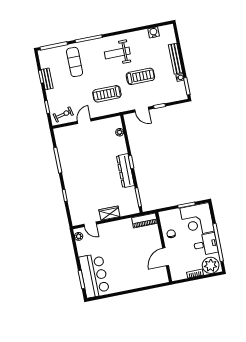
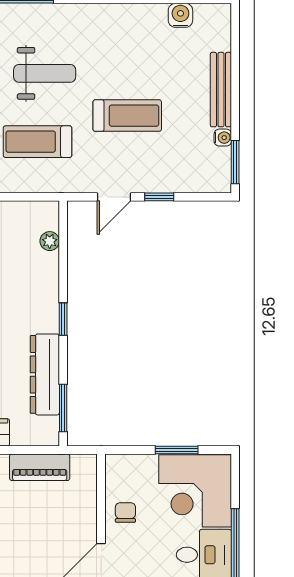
weight bench: (117, 53) -> (45, 73), moved, turned 180
door: (142, 110) -> (114, 197), hinge flipped
dresser: (125, 171) -> (45, 374), moved
piano: (144, 220) -> (40, 467), moved

